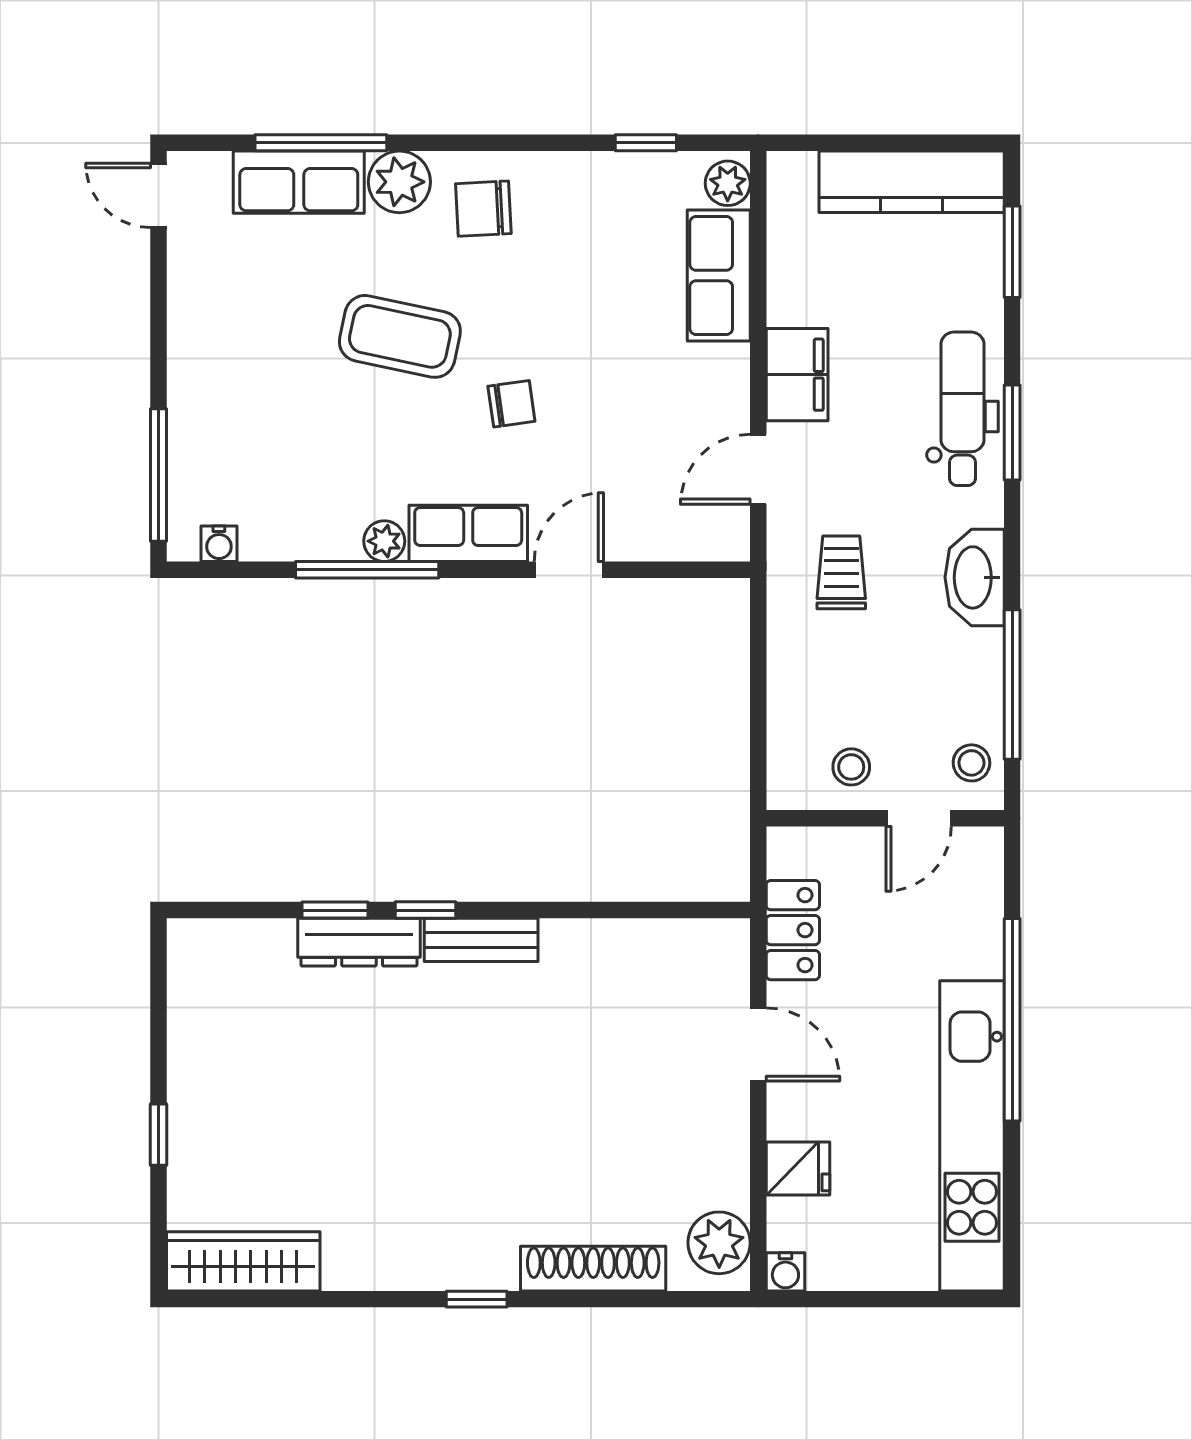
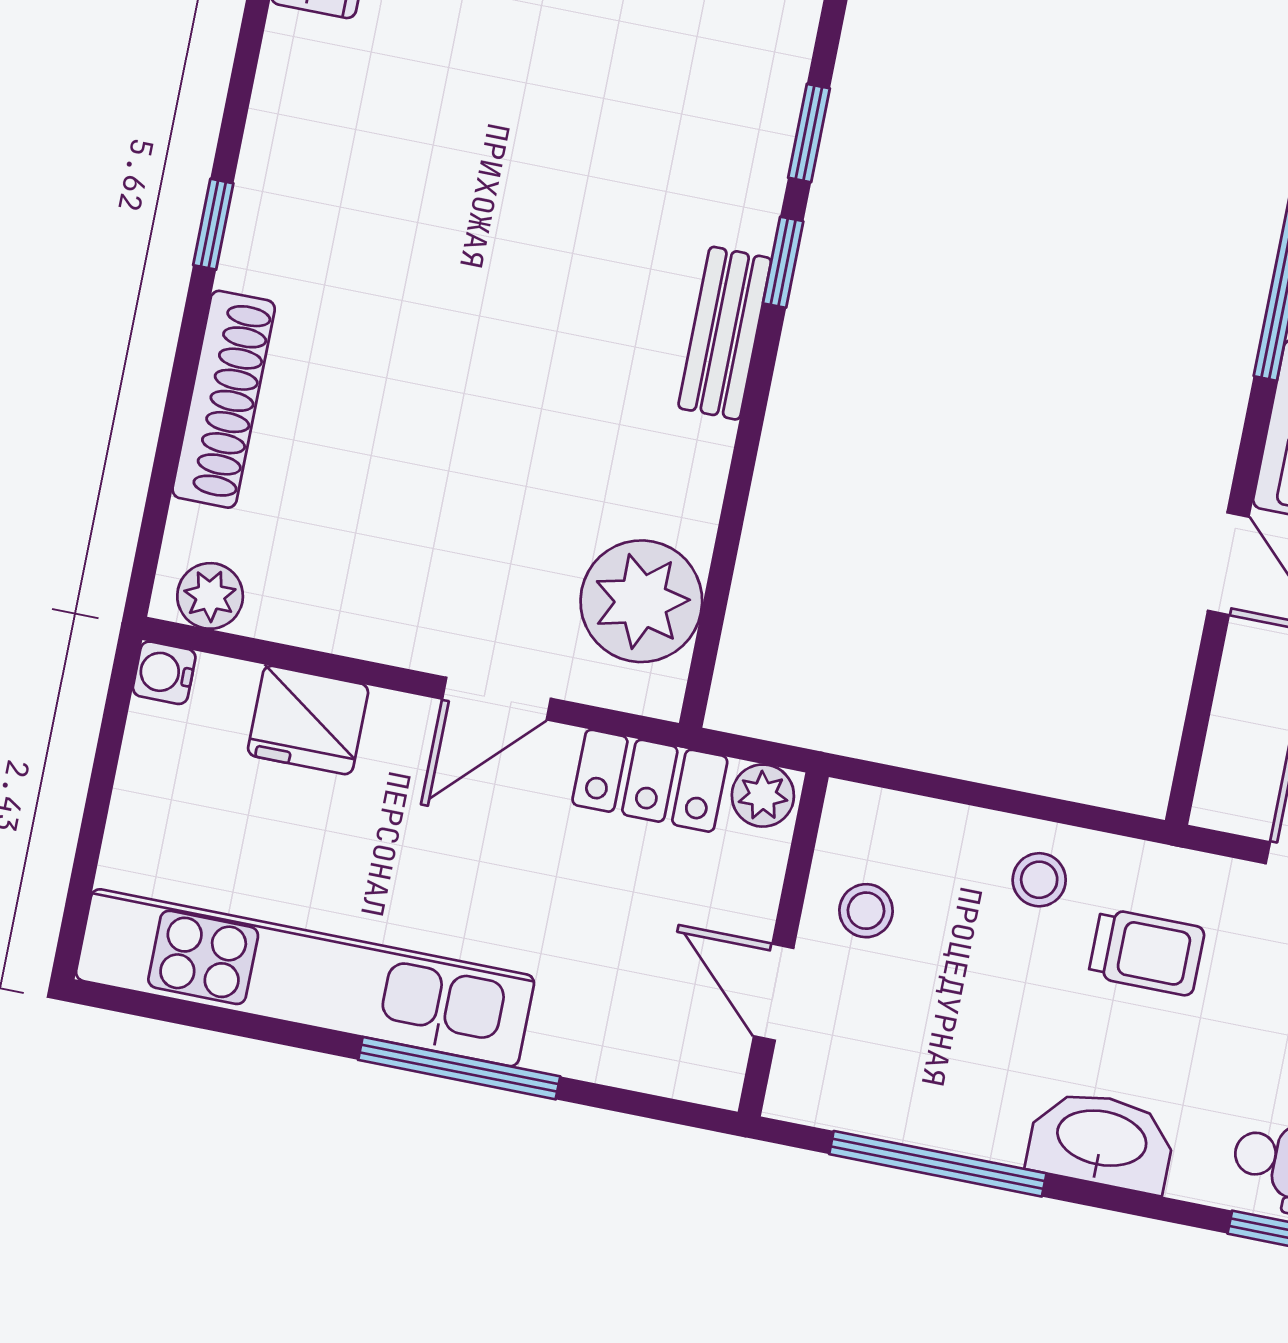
stool: (971, 763) -> (1039, 880), moved
plant: (788, 852) -> (763, 796), added
dresser: (359, 942) -> (756, 158), removed
plant: (673, 960) -> (641, 601), added
window: (1012, 1020) -> (459, 1068), width x0.68
fridge: (798, 1169) -> (308, 720), width x1.38
plant: (719, 1243) -> (210, 596), width x0.73, depth x0.73

